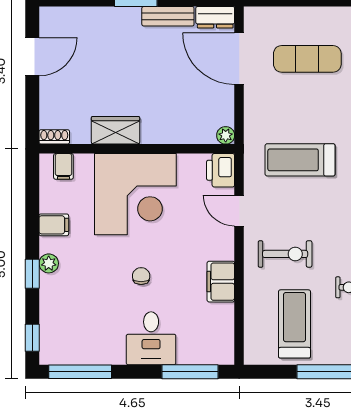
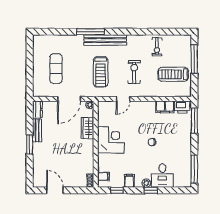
door: (239, 59) -> (69, 99), moved
wardrobe: (116, 130) -> (87, 128), moved
printer: (221, 170) -> (182, 107), moved
corner desk: (135, 194) -> (111, 140), width x0.74, depth x0.74
exercise bike: (285, 254) -> (134, 72), moved
filing cabinet: (221, 282) -> (165, 107), moved
window: (32, 338) -> (117, 190), moved
desk: (151, 338) -> (162, 176), moved, turned 90

